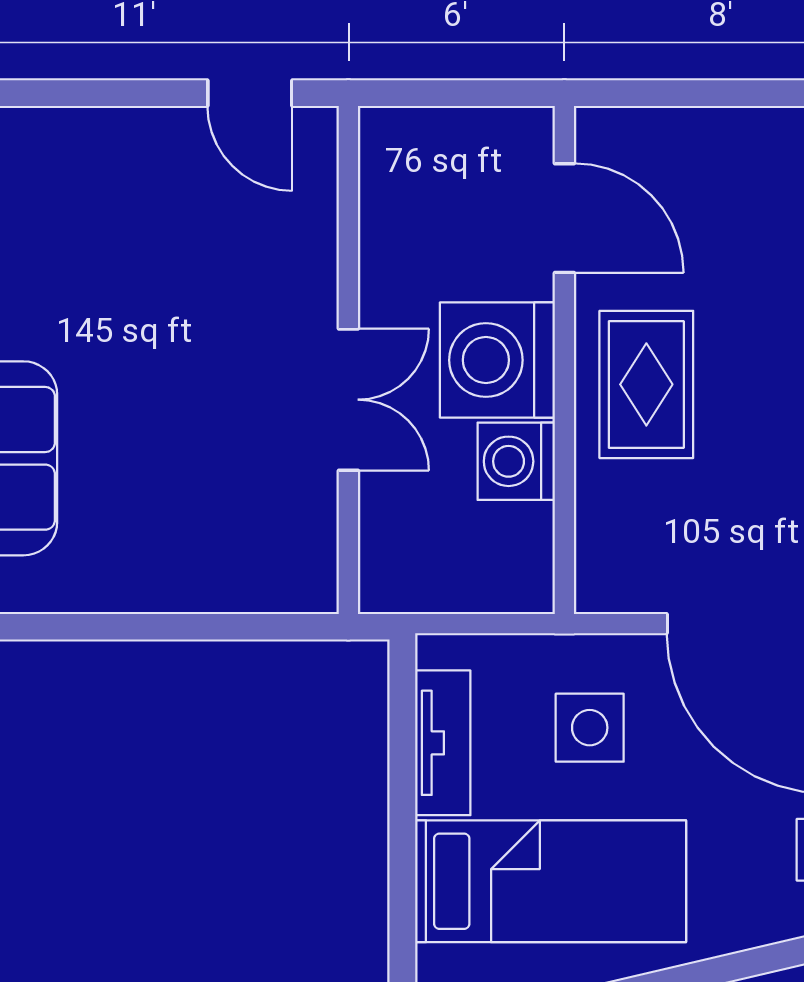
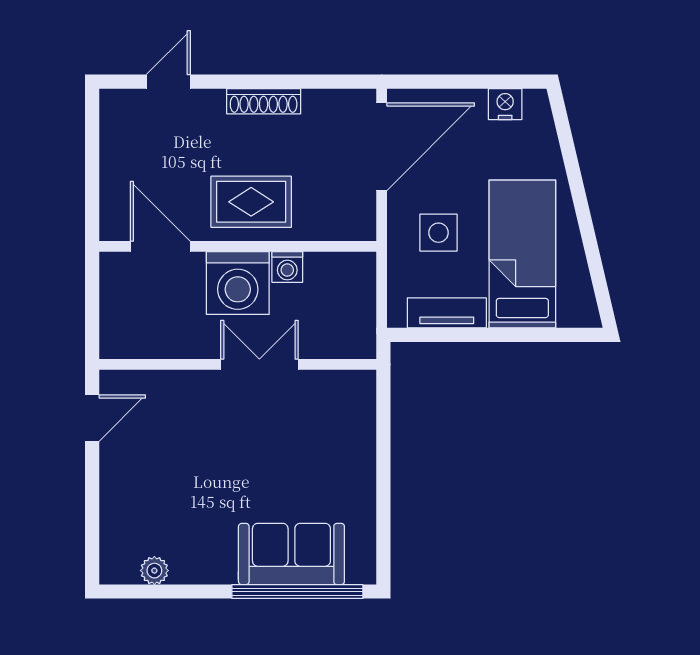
door: (564, 218) -> (160, 246), hinge flipped
washing machine: (516, 461) -> (287, 267), width x0.73, depth x0.73

